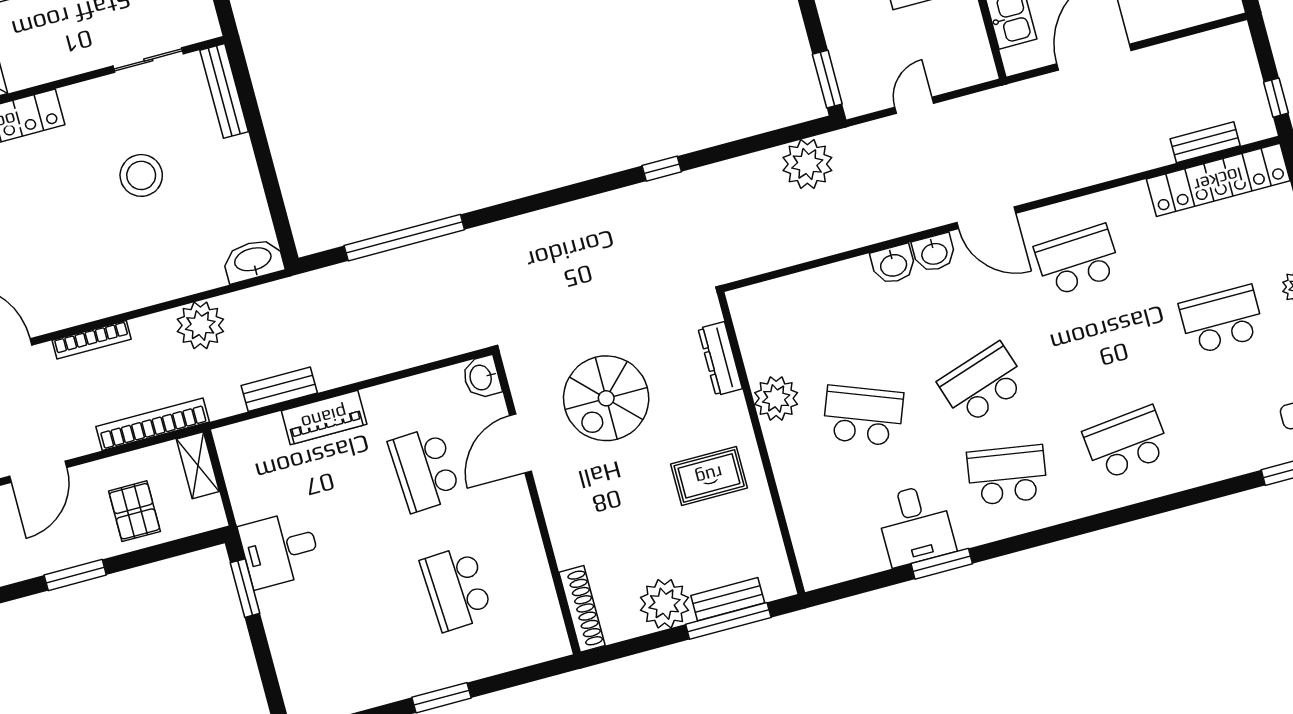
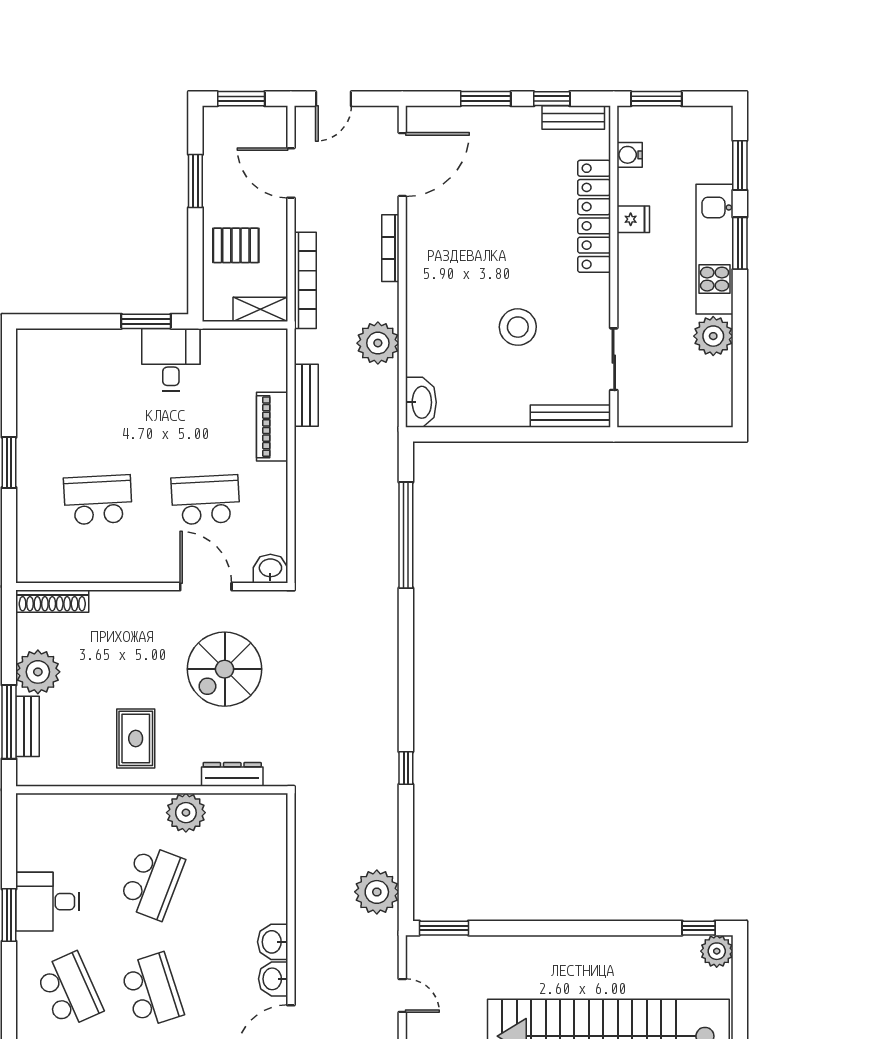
spiral stairs: (606, 398) -> (225, 669), turned -90
school desk: (1007, 475) -> (69, 990), turned -33

